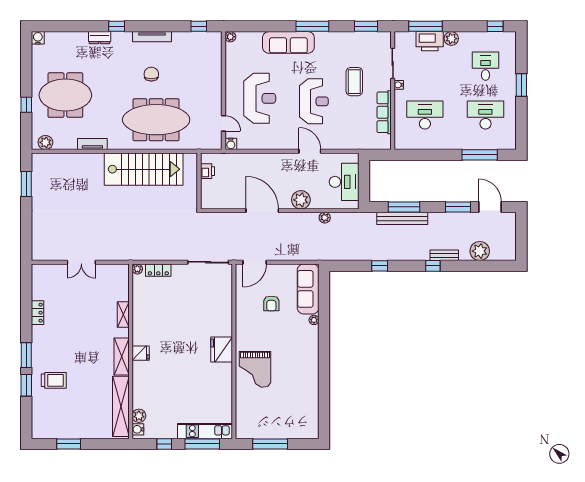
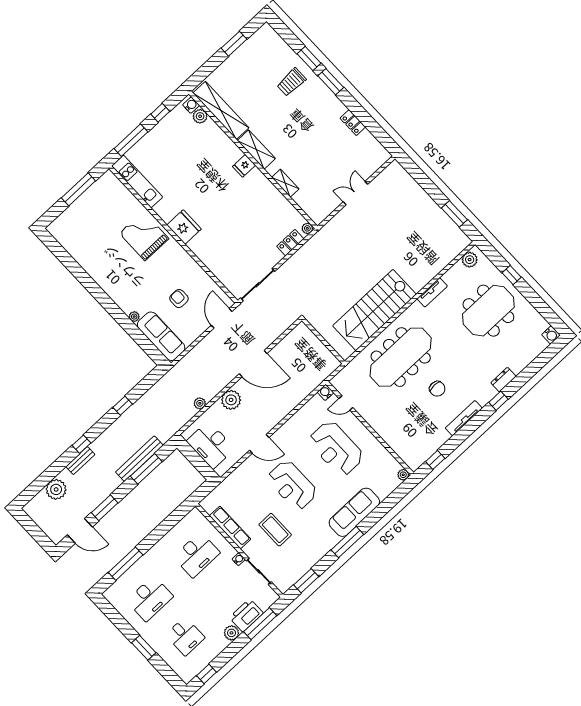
printer: (207, 171) -> (324, 354), removed
kitchen unit: (205, 431) -> (137, 181), moved, turned -90

